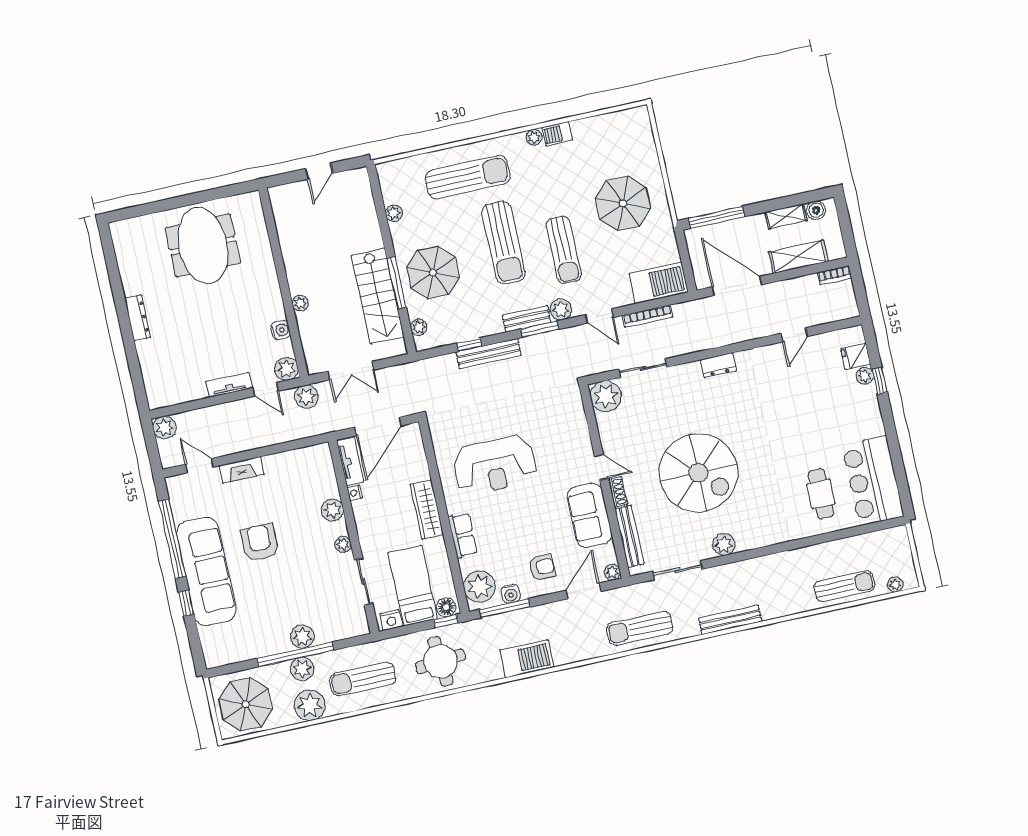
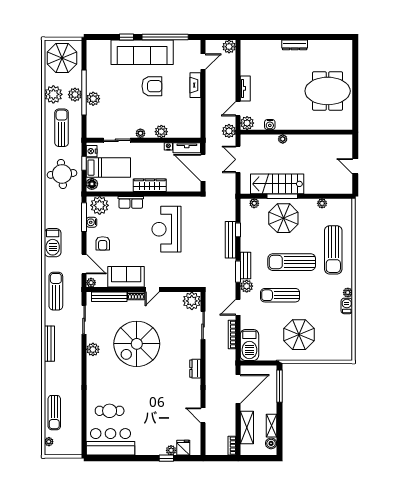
window: (446, 621) -> (84, 163), moved
barbecue: (527, 659) -> (53, 243), moved

